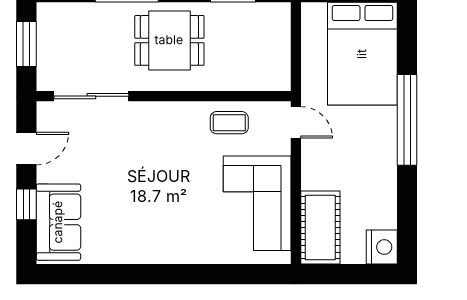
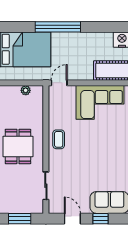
plant: (281, 56) -> (26, 90), added
sliding door: (91, 96) -> (46, 186), width x0.73
coffee table: (229, 123) -> (59, 139), moved

